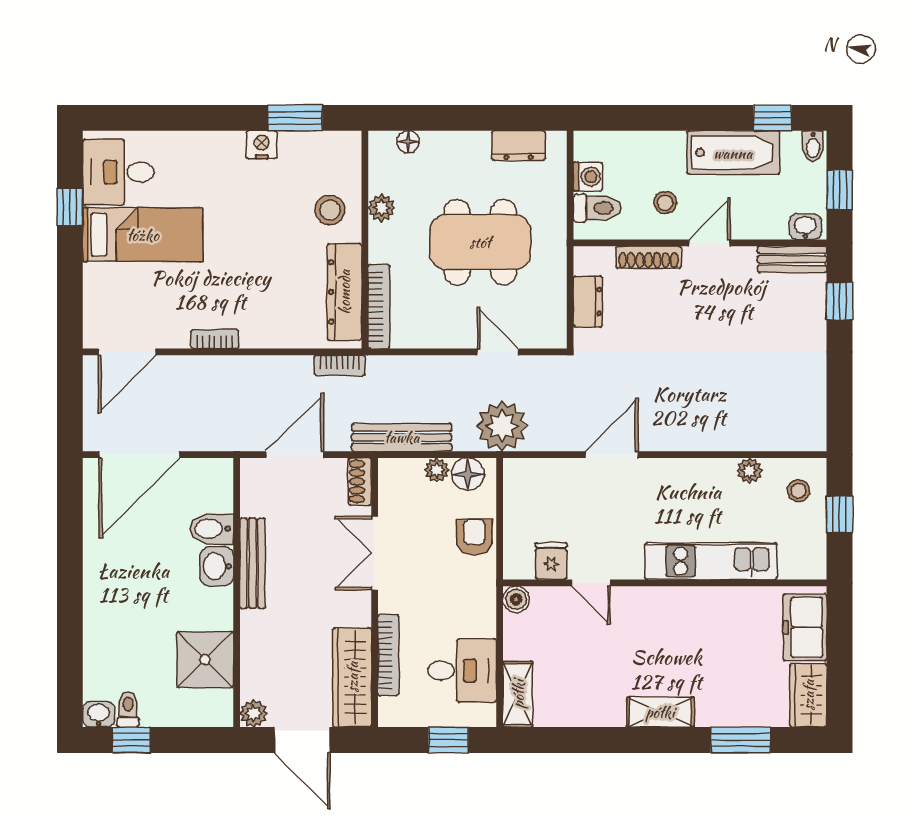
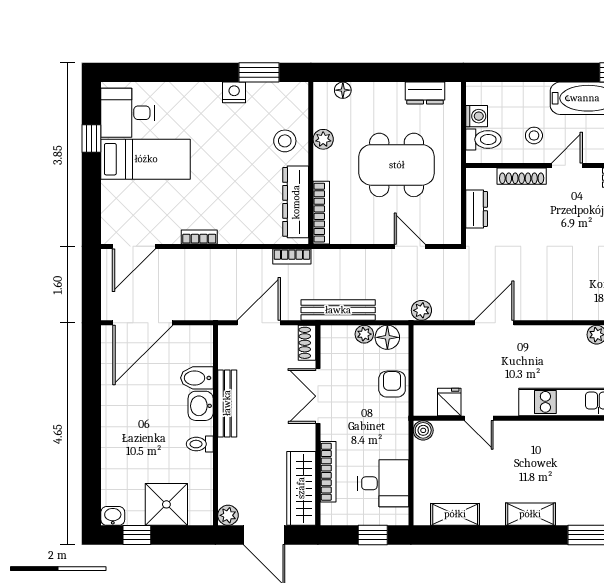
plant: (502, 426) -> (421, 310), width x0.53, depth x0.53
shower: (205, 660) -> (166, 504), moved
shelving: (518, 694) -> (455, 514), moved, turned 90
toilet: (128, 709) -> (200, 444), moved, turned -90

